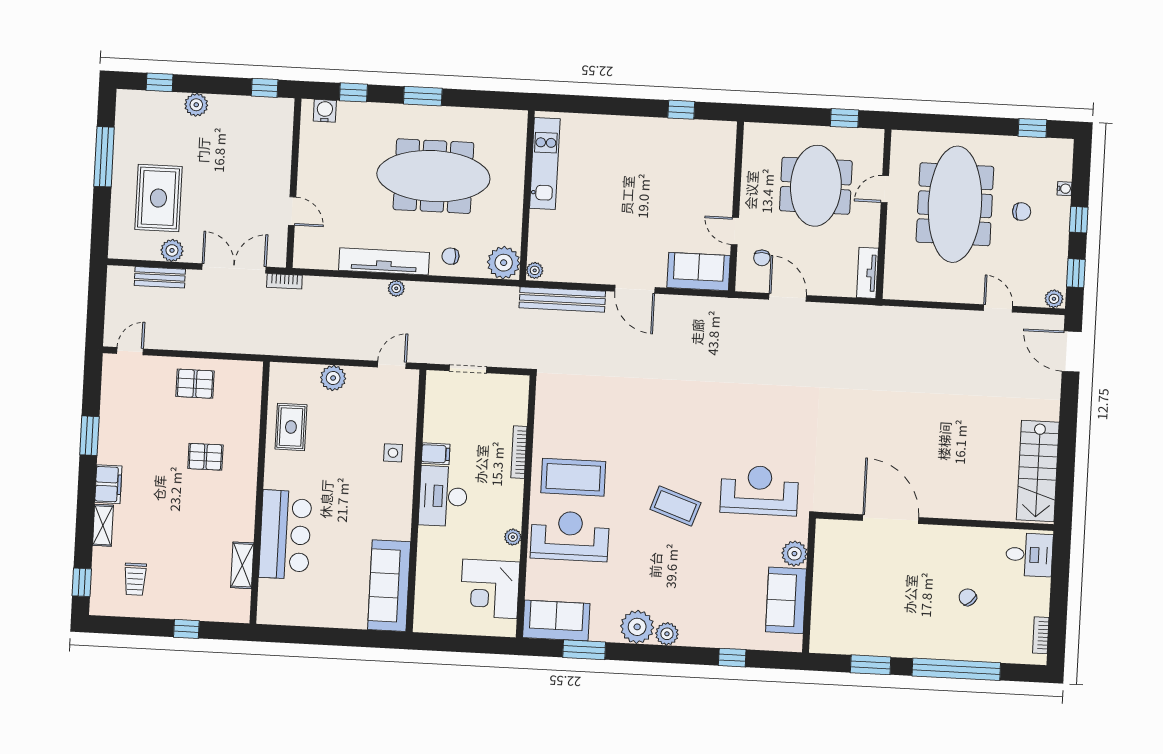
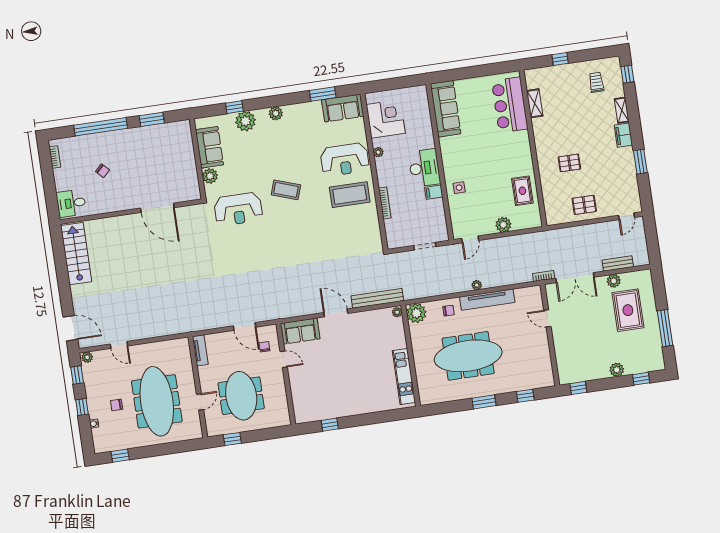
water cooler: (325, 111) -> (540, 382), removed
bar counter: (285, 535) -> (510, 105), moved
plant: (637, 627) -> (245, 121), moved

